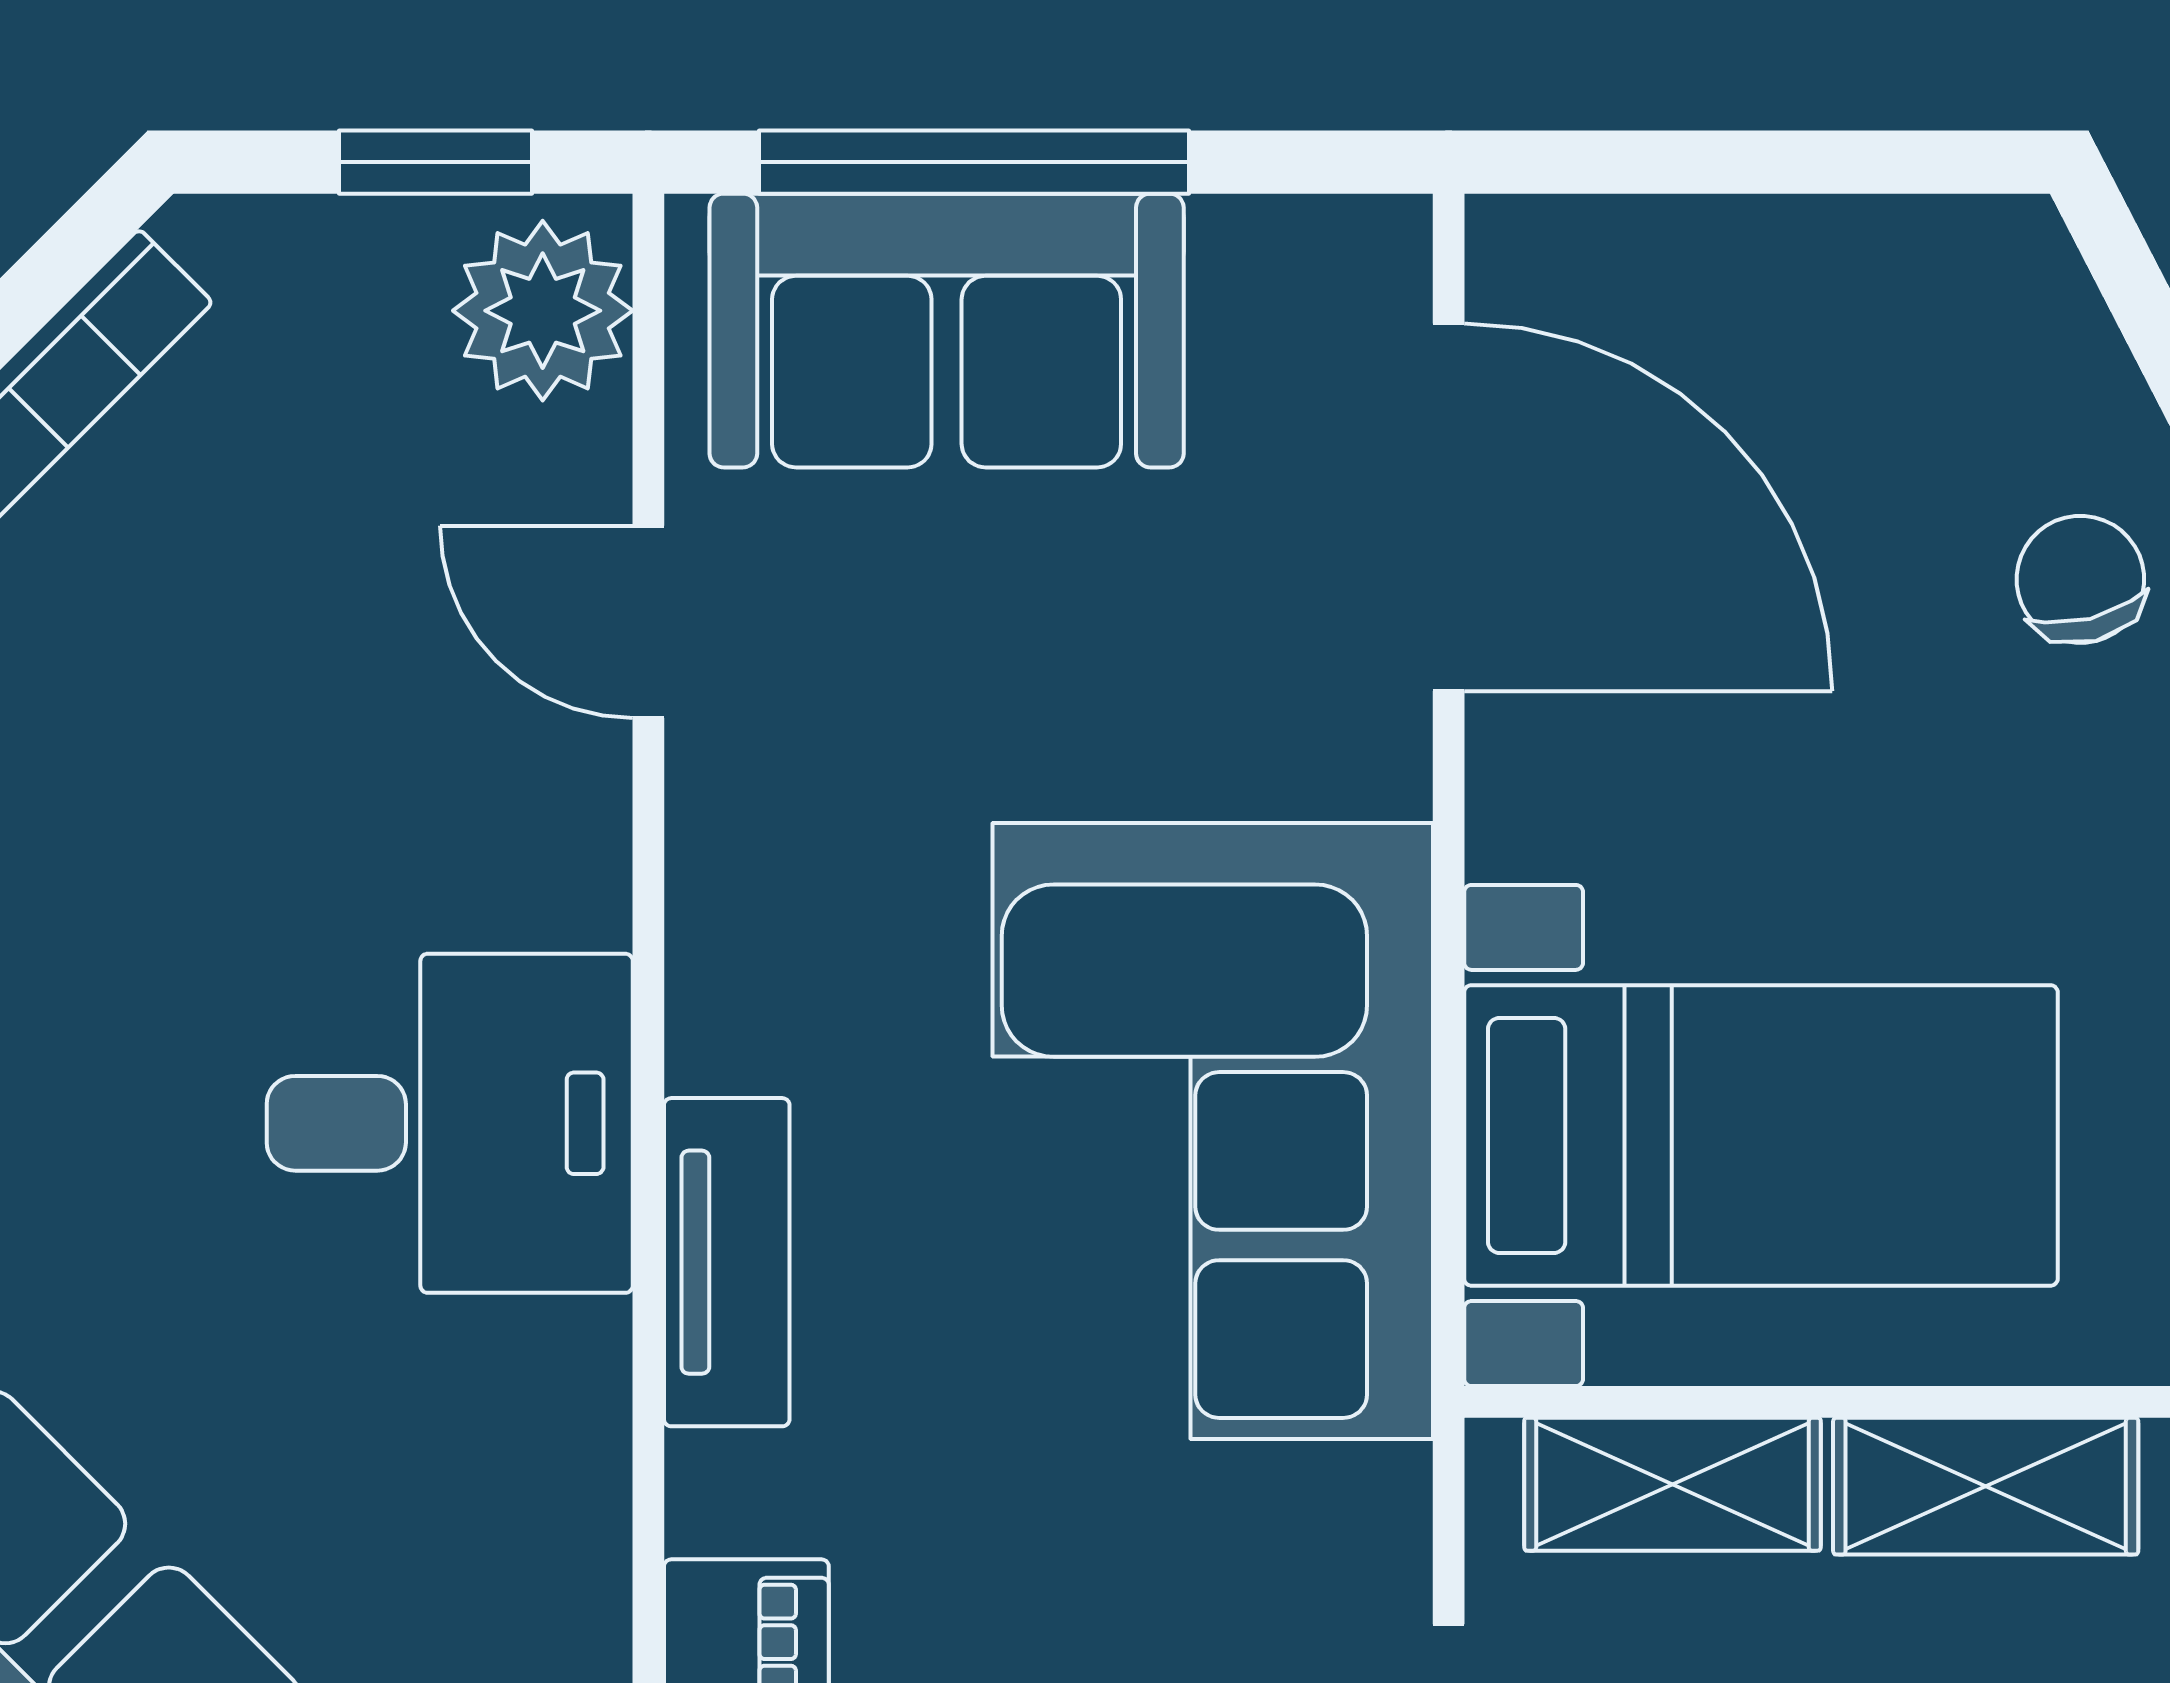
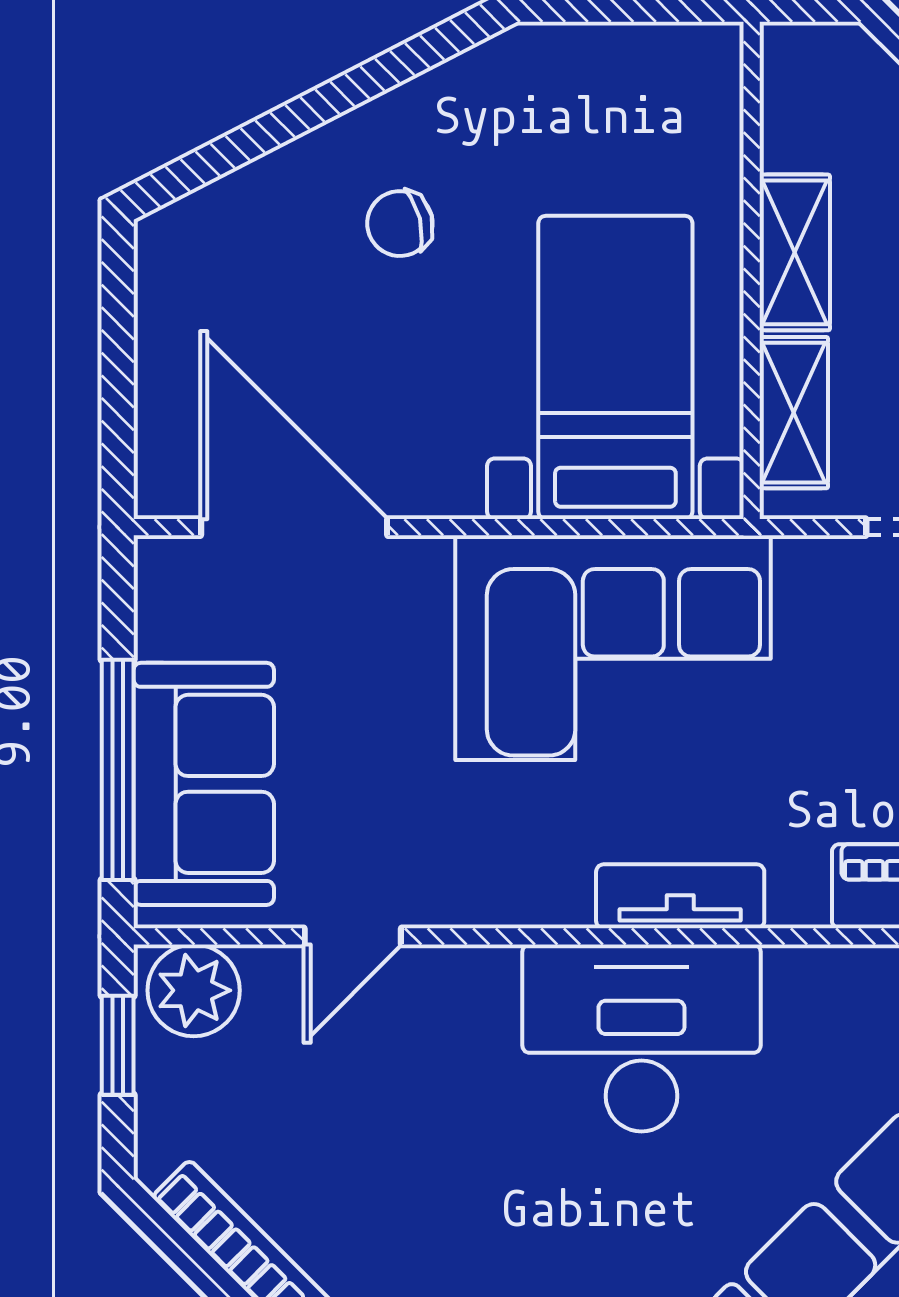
door: (1449, 507) -> (294, 527), hinge flipped
chair: (2080, 579) -> (400, 224), moved
desk: (450, 1123) -> (641, 1038), width x1.37

